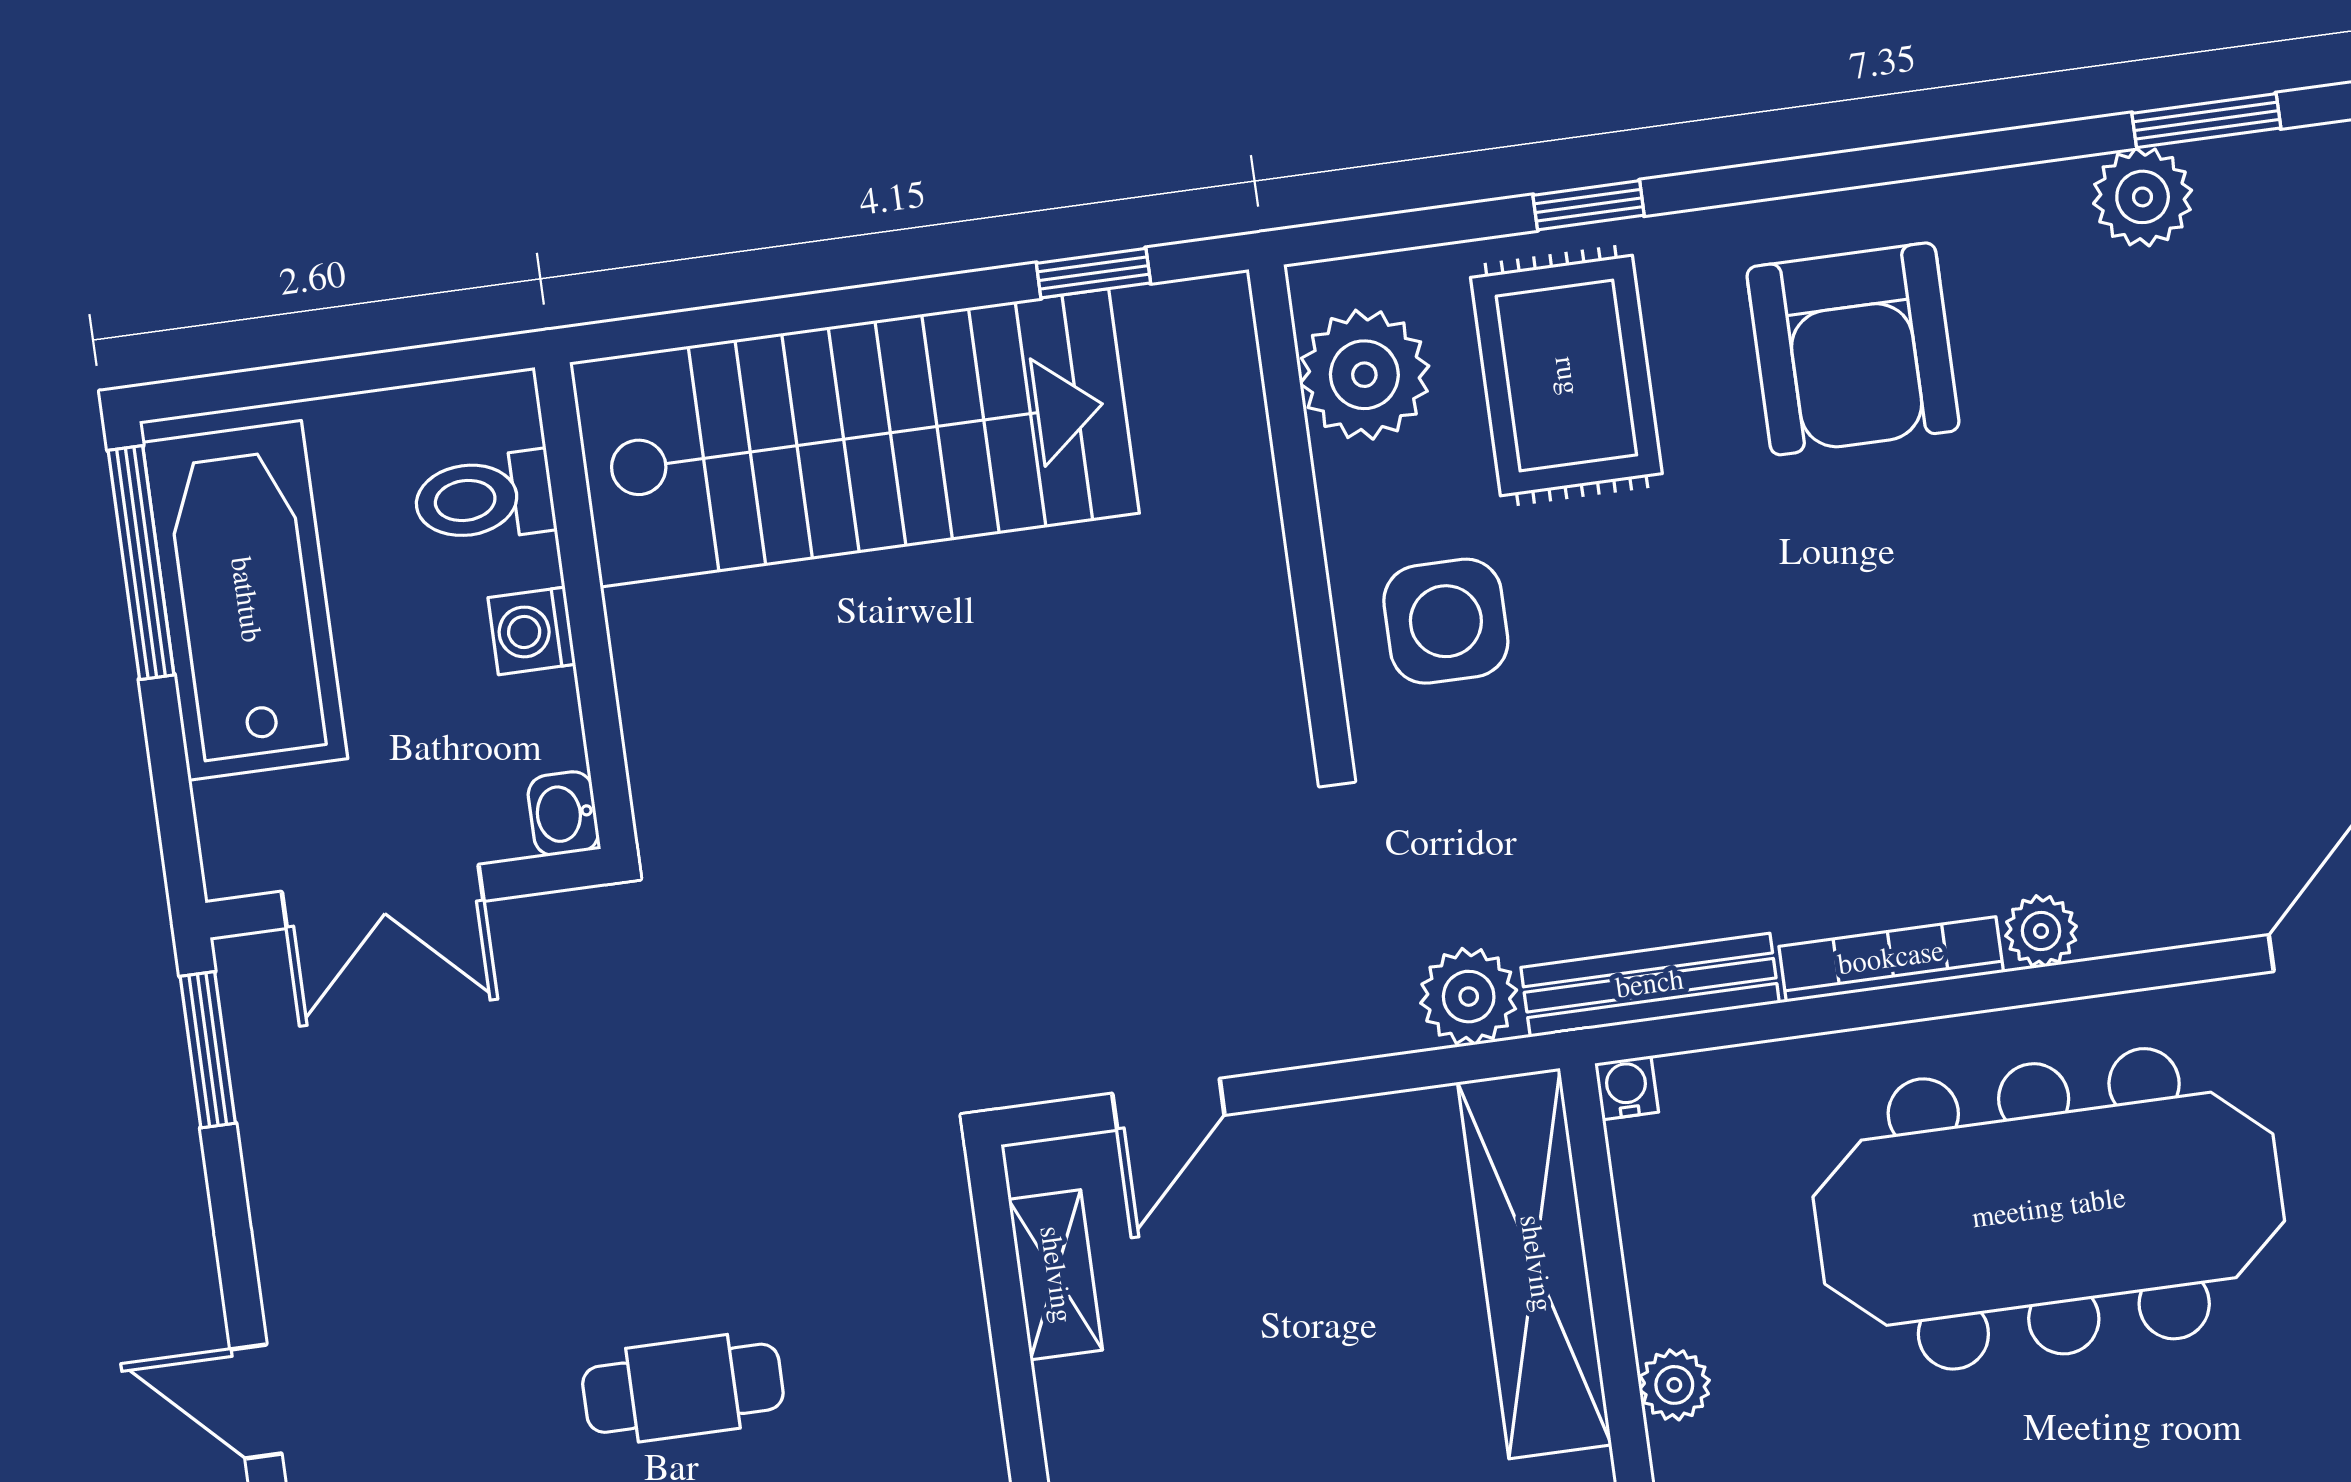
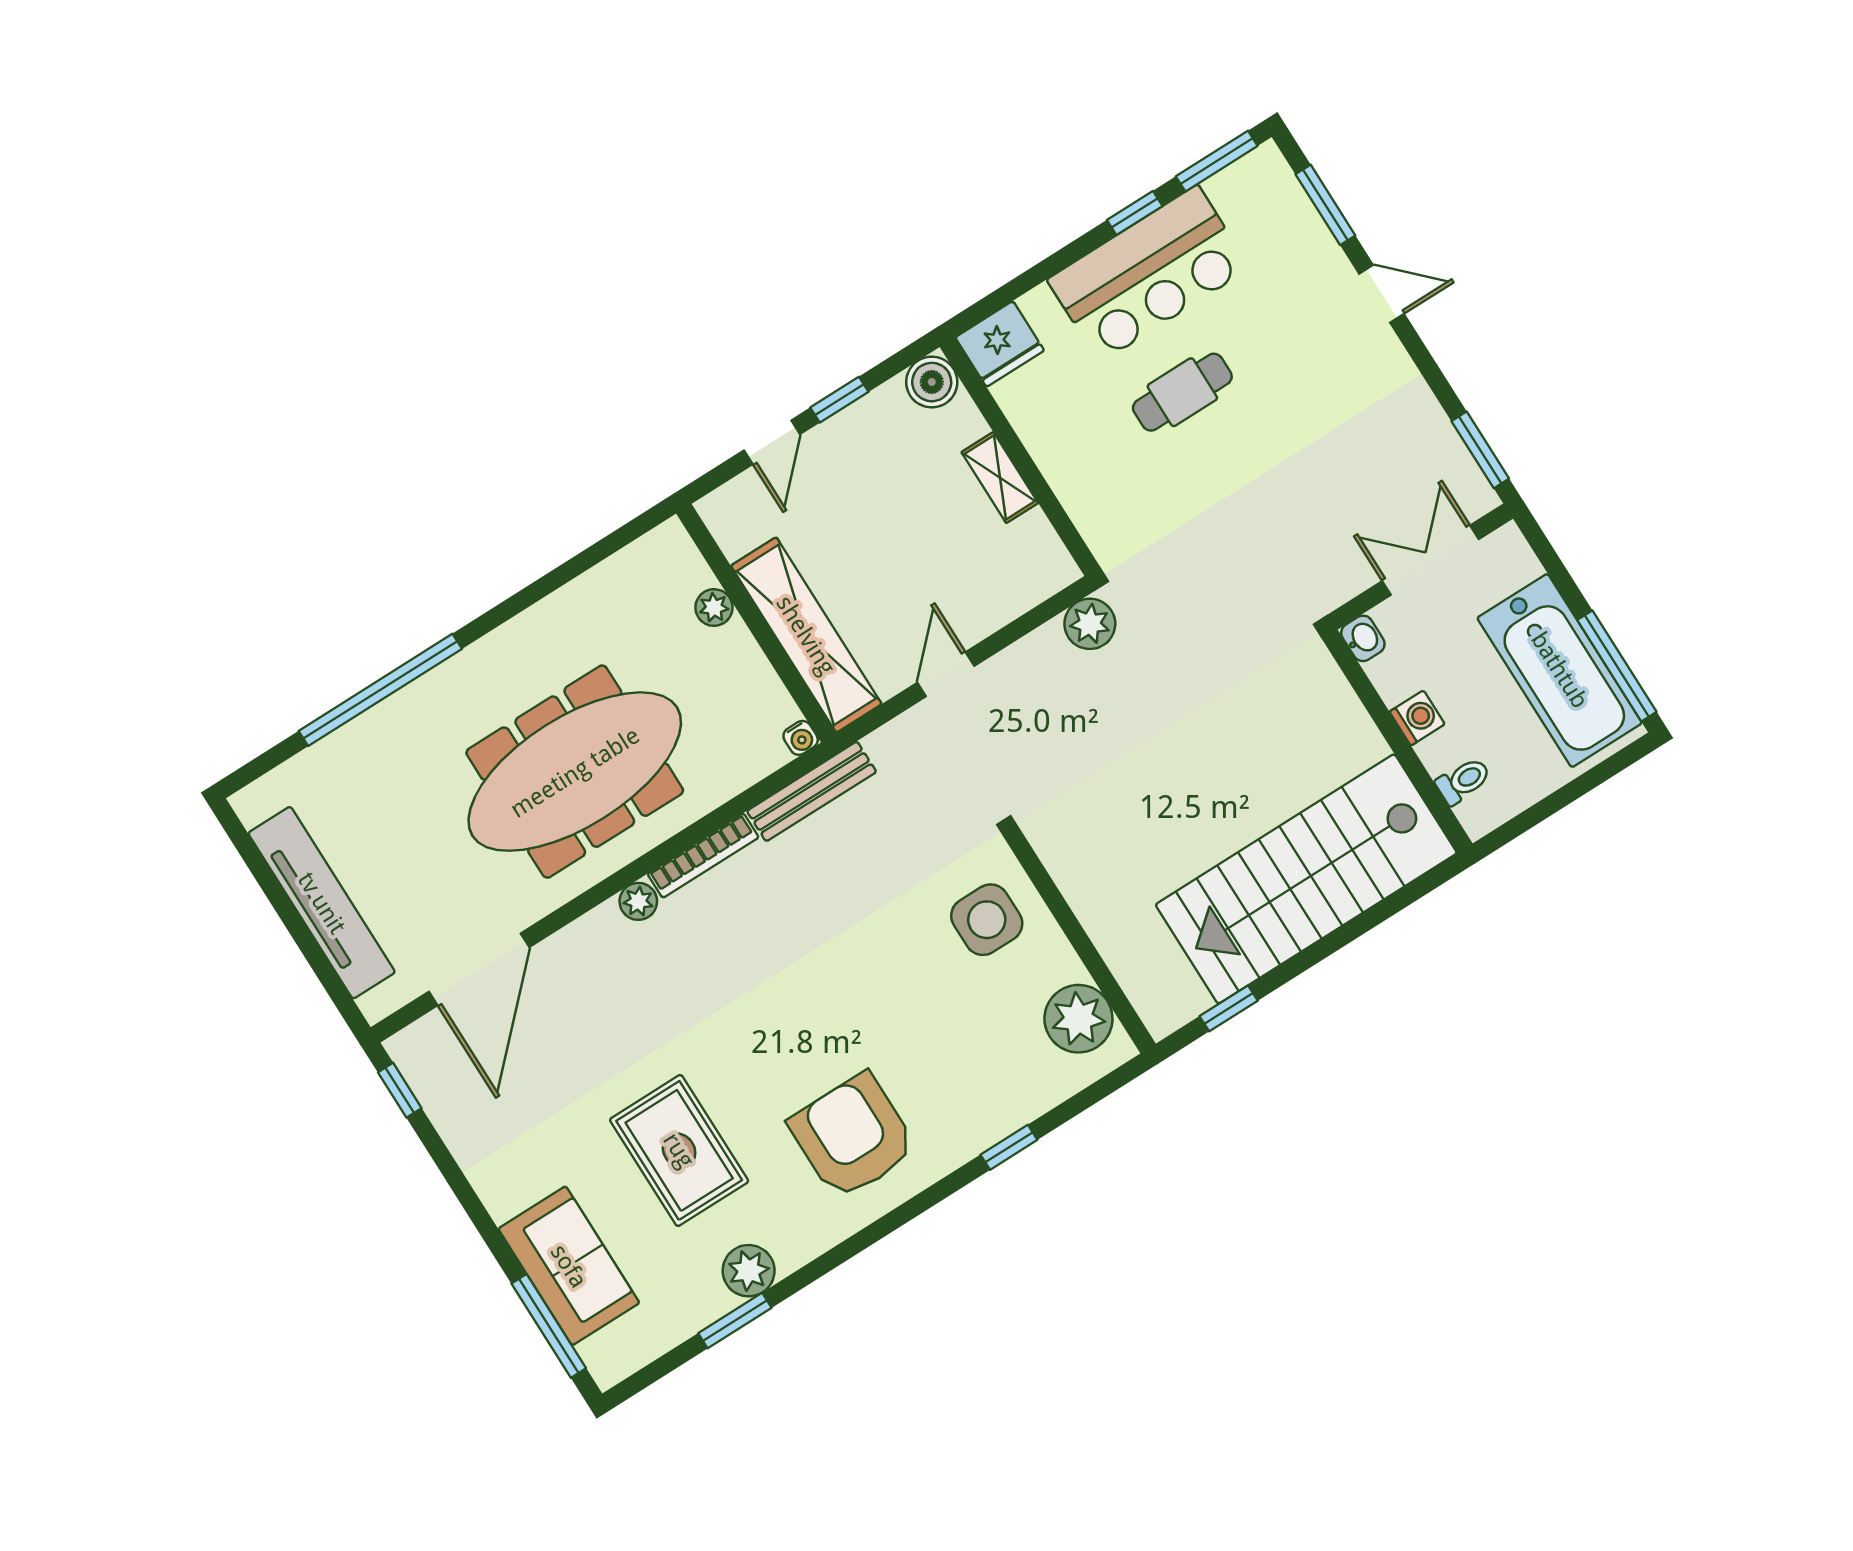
rug: (1566, 376) -> (679, 1150), moved
toilet: (484, 498) -> (1463, 781), width x0.73, depth x0.72
plant: (1469, 997) -> (1090, 624), moved
door: (1168, 1104) -> (946, 674), moved
shelving: (1055, 1275) -> (1000, 478), moved

